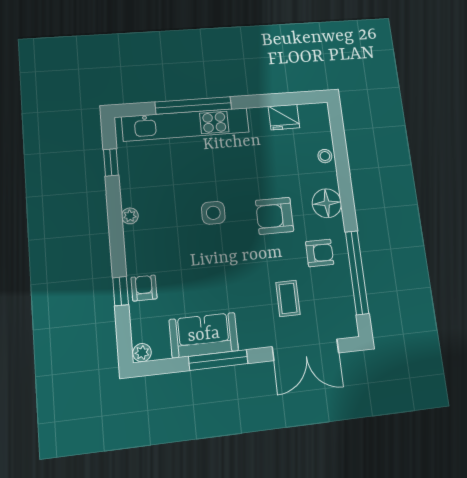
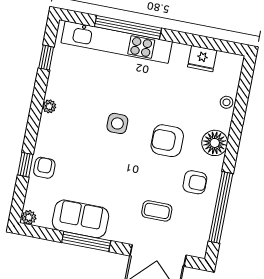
coffee table: (288, 298) -> (157, 211), turned 90

